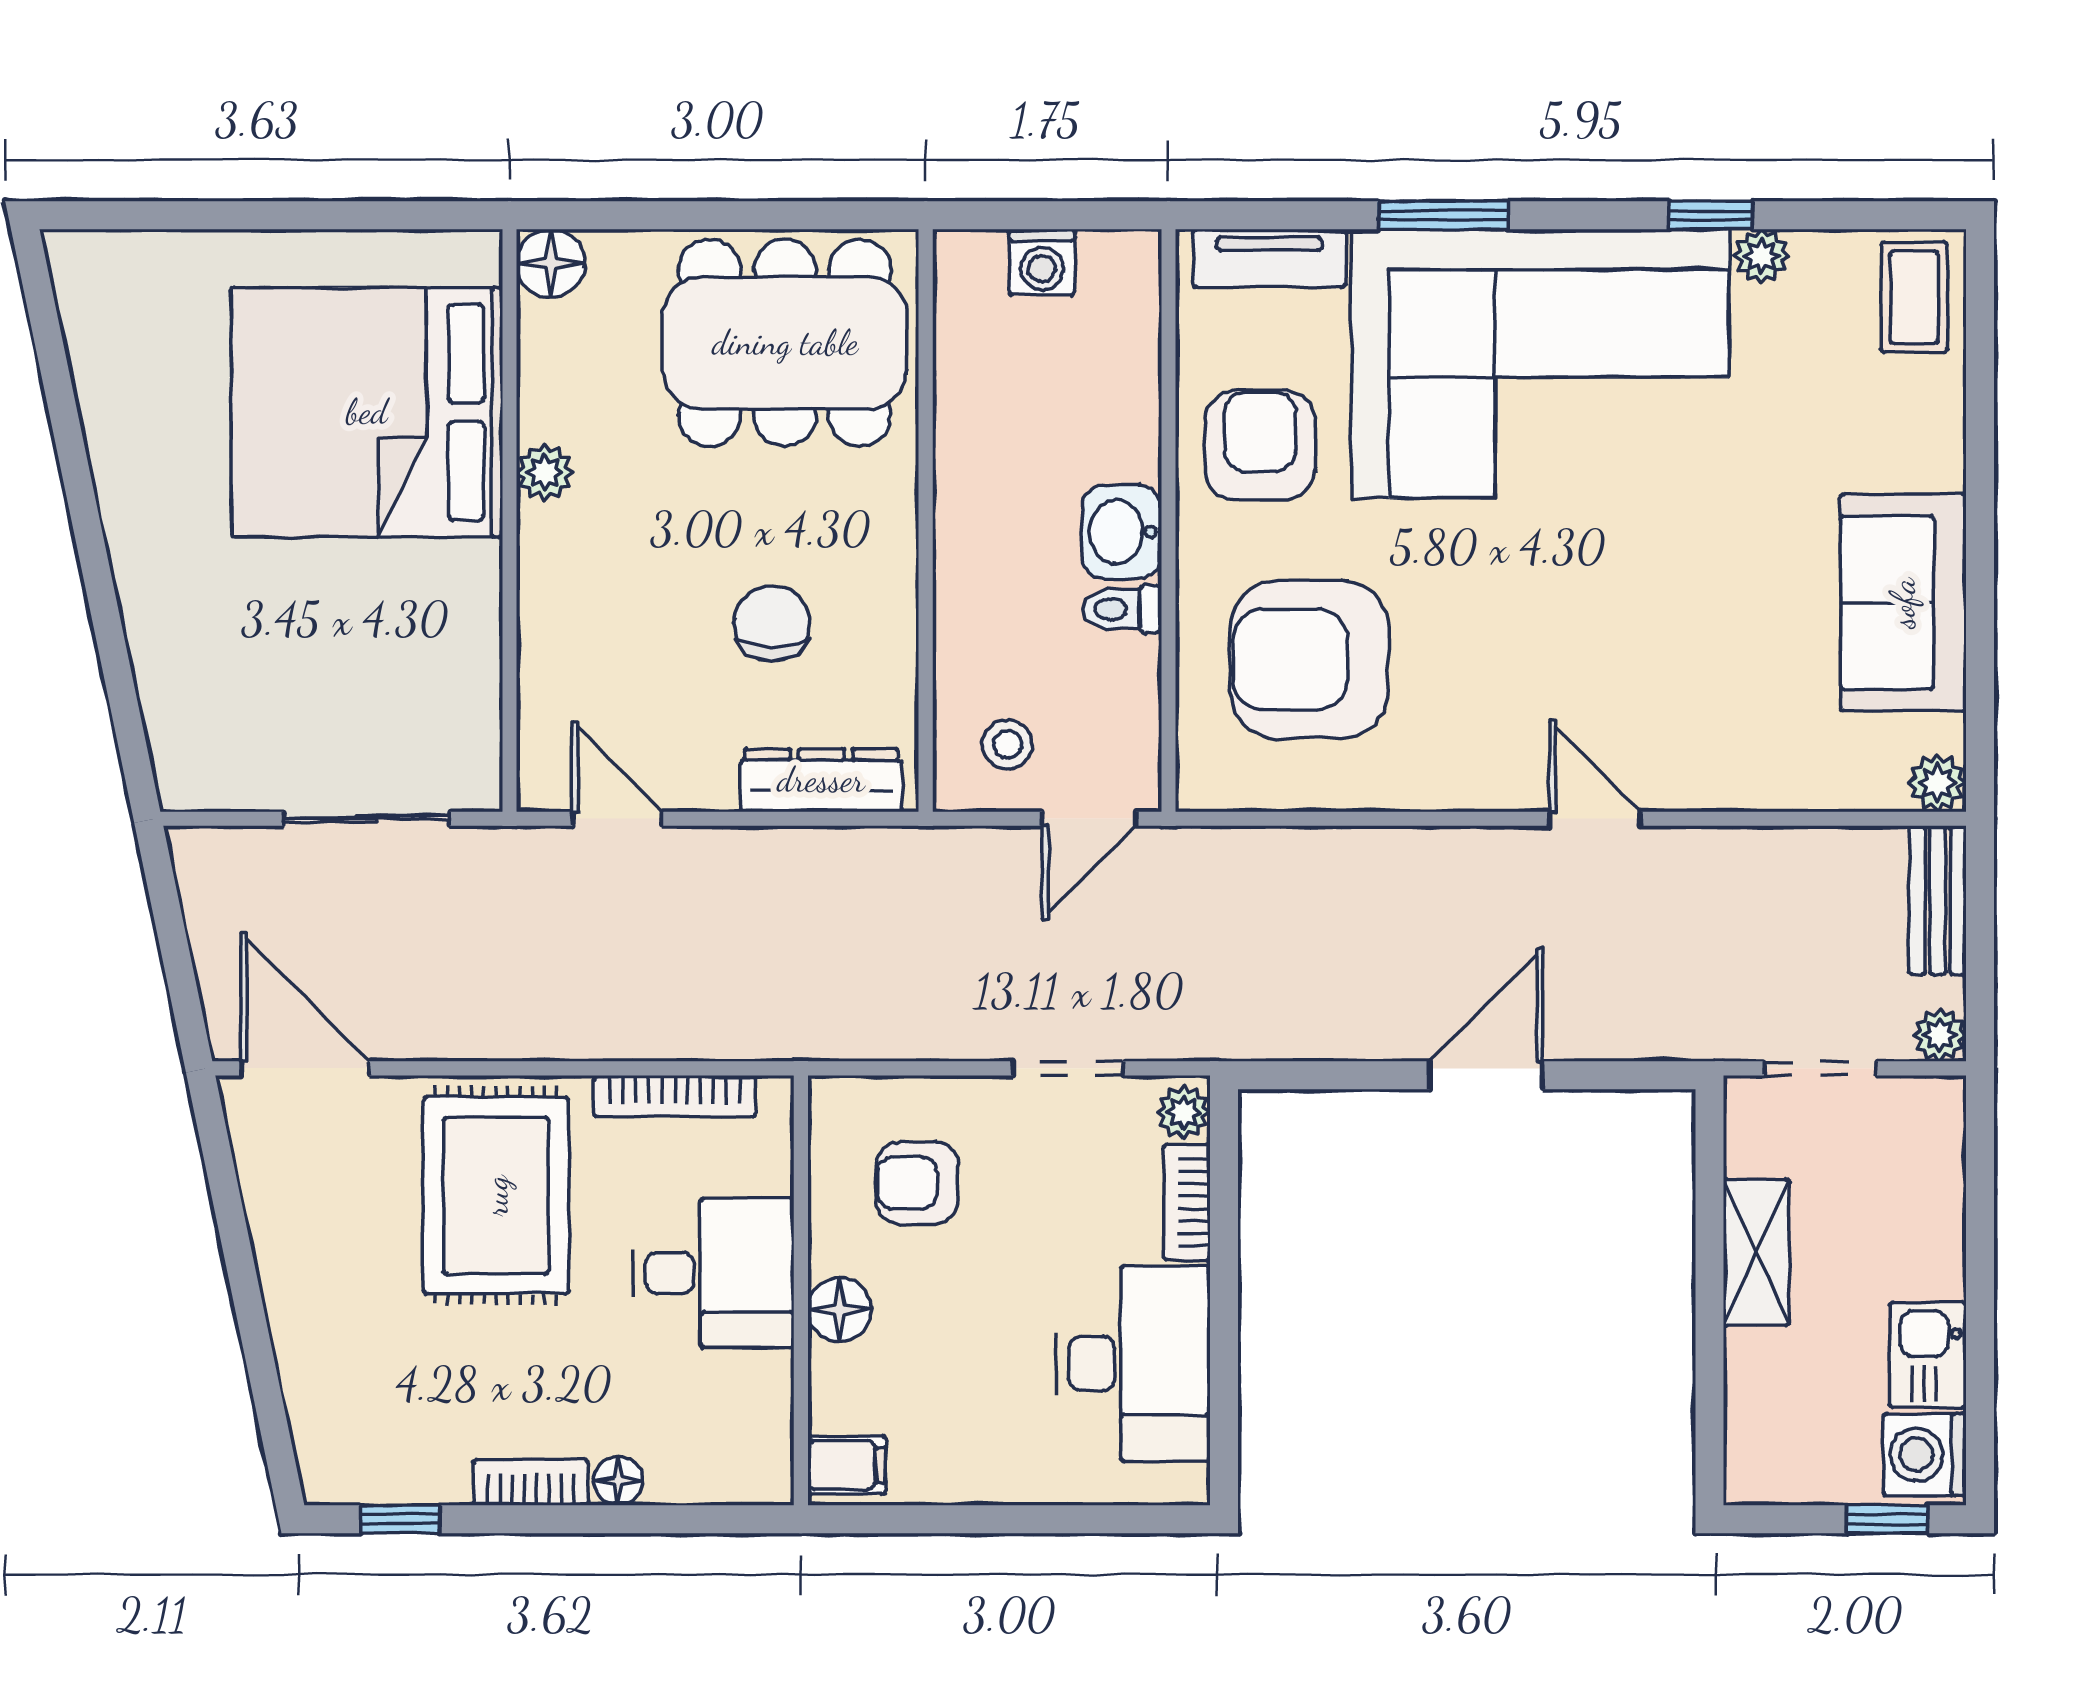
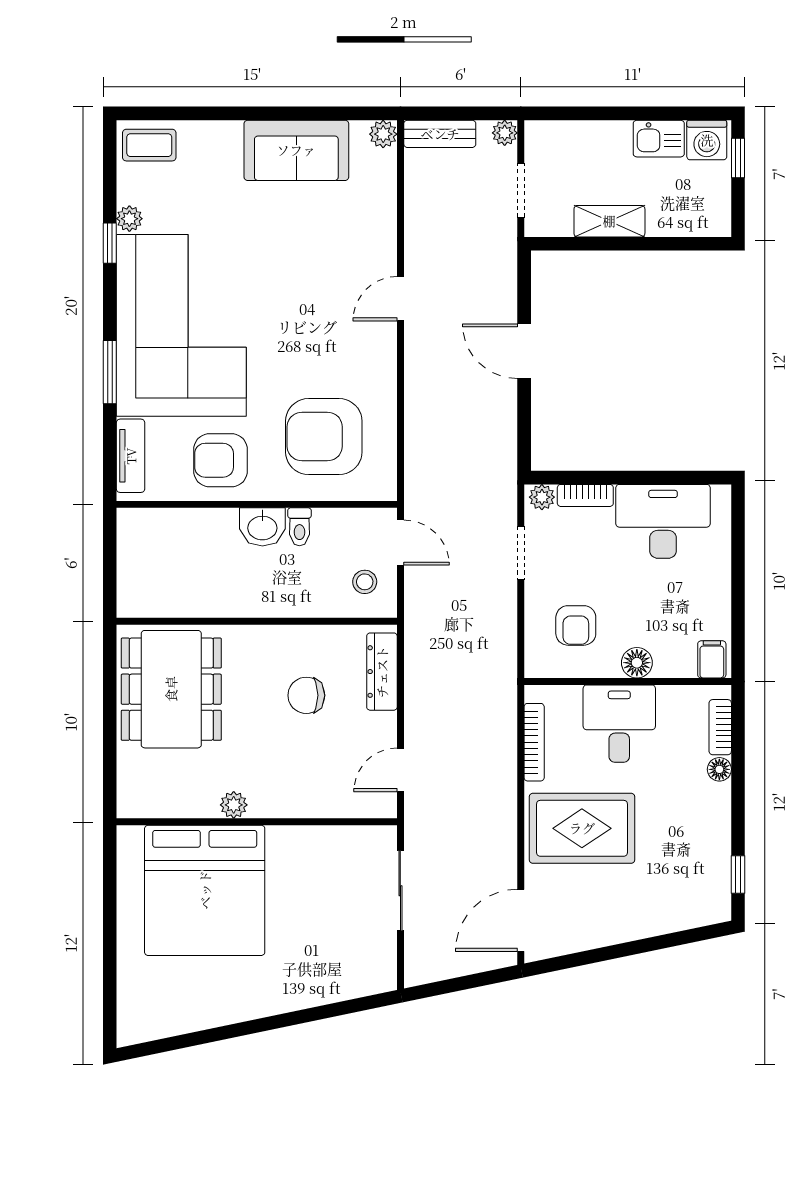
washing machine: (1042, 262) -> (132, 565), removed
floor lamp: (551, 263) -> (133, 802), removed
armchair: (1309, 659) -> (324, 437), turned 90
bookcase: (531, 1482) -> (720, 727), moved

